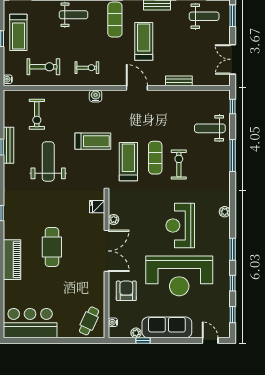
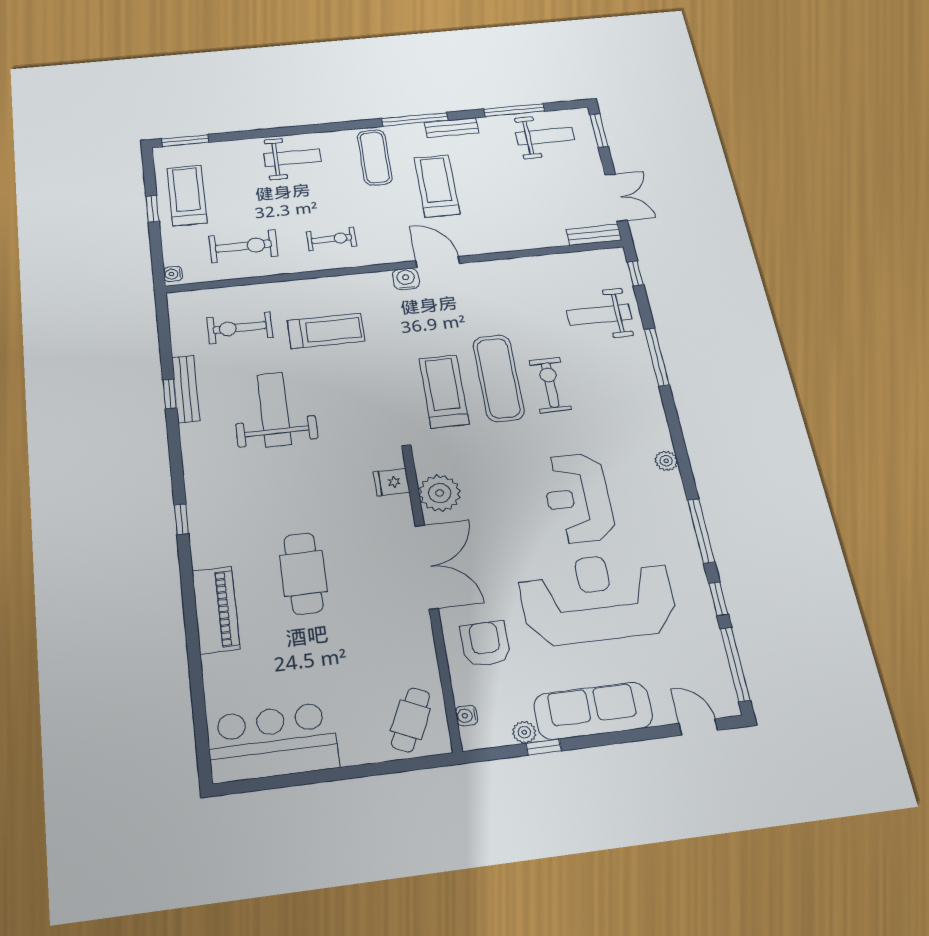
treadmill: (18, 32) -> (187, 195), turned 180
double door: (233, 59) -> (616, 197), swing flipped
bench: (179, 81) -> (594, 235), moved
water cooler: (96, 96) -> (406, 279), moved
exercise bike: (37, 114) -> (240, 328), turned 90
treadmill: (93, 141) -> (326, 331), moved
exercise mat: (155, 158) -> (499, 378), width x1.36, depth x1.45
plant: (114, 219) -> (440, 493), width x1.88, depth x1.88
window: (233, 249) -> (701, 531), width x1.44
reception desk: (179, 276) -> (597, 598), turned 180
window: (233, 315) -> (735, 664), width x2.17

